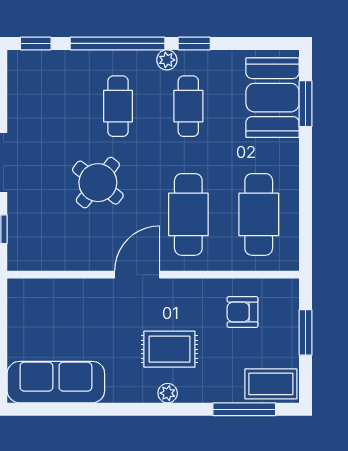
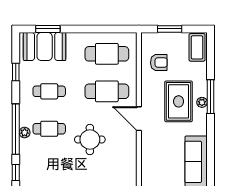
window: (194, 43) -> (16, 72), moved
plant: (167, 60) -> (25, 133), moved
round table: (98, 183) -> (90, 139), turned -38
armchair: (242, 312) -> (159, 63), turned -90
rug: (169, 349) -> (179, 101), width x1.36, depth x1.43
window: (244, 409) -> (210, 97), moved

